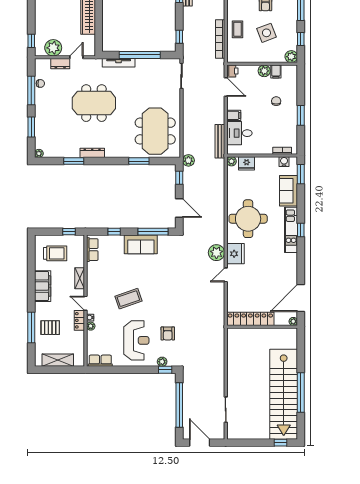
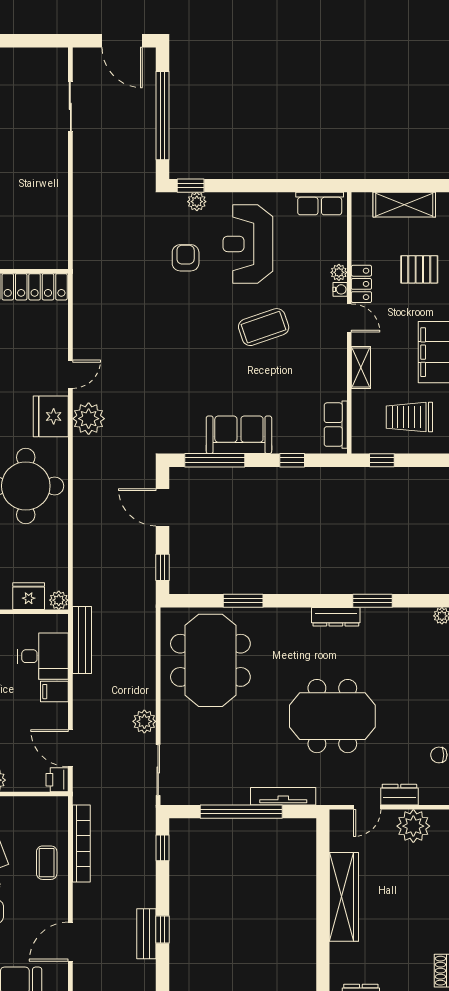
plant: (188, 160) -> (144, 721), moved

